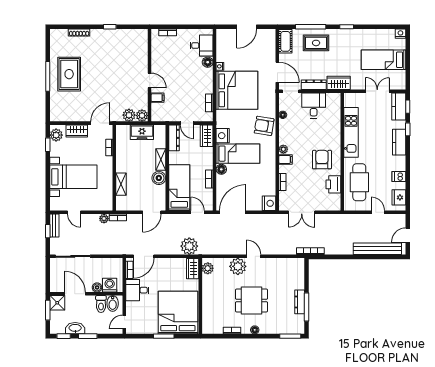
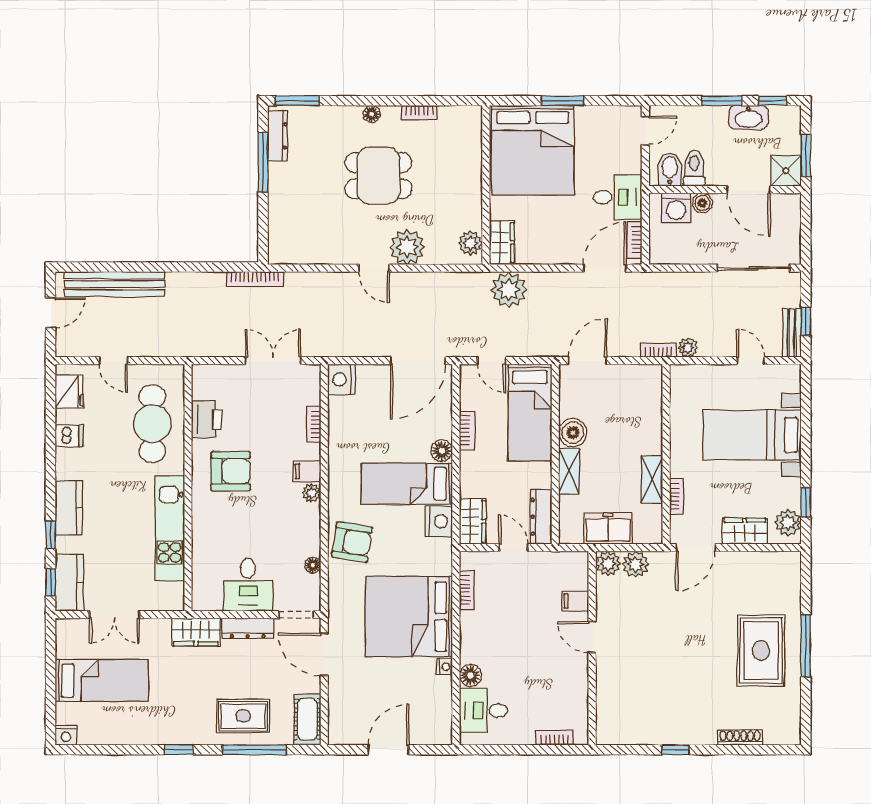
armchair: (322, 160) -> (231, 471), turned -90
shelving: (121, 184) -> (652, 480), moved
dresser: (300, 302) -> (277, 136), moved

